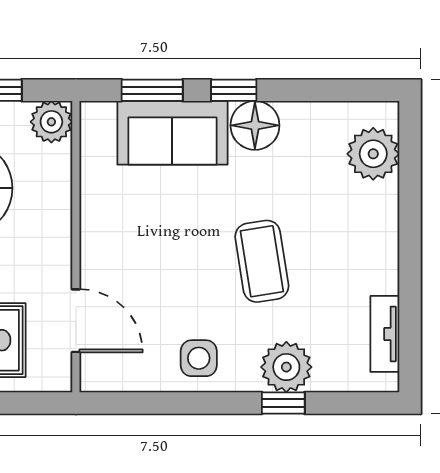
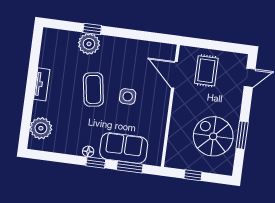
plant: (51, 122) -> (174, 159), removed
floor lamp: (255, 125) -> (88, 151), width x0.53, depth x0.53
tv unit: (385, 334) -> (42, 84), moved
side table: (199, 358) -> (128, 96), moved

